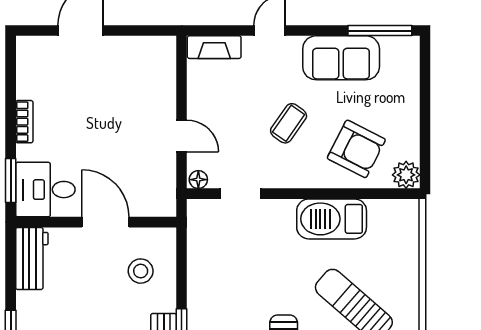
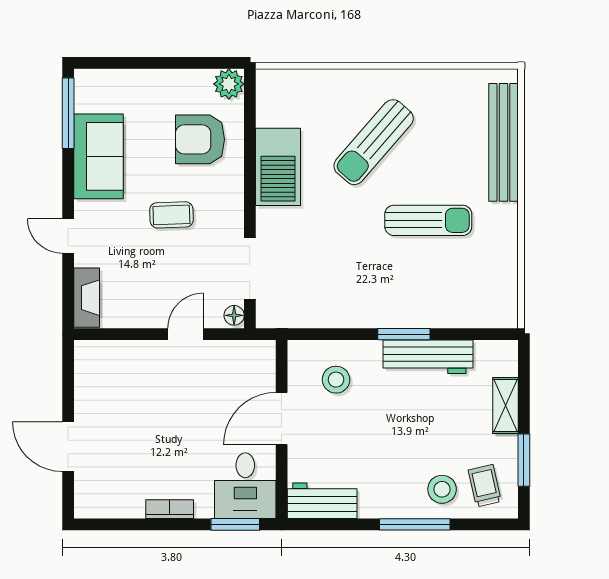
coffee table: (289, 123) -> (171, 215), turned -37
armchair: (356, 149) -> (200, 139), turned -117
doorway: (241, 194) -> (250, 268), width x1.38

